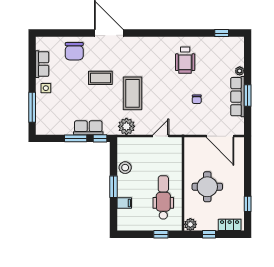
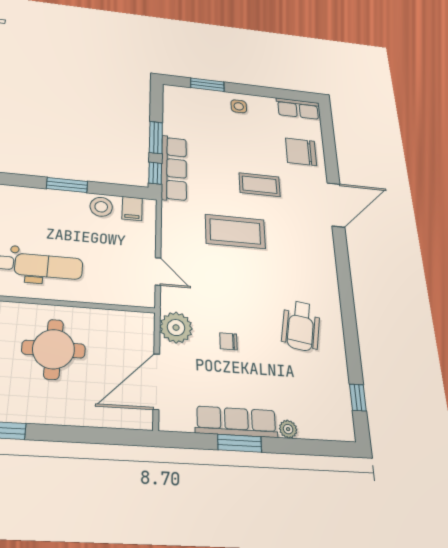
wheelchair: (185, 60) -> (301, 326), turned -81
row of seats: (42, 64) -> (298, 109), moved
coffee table: (100, 78) -> (260, 185), turned 90
window: (32, 107) -> (207, 85), width x0.69
plant: (126, 126) -> (176, 328), moved
row of seats: (88, 128) -> (174, 168), width x1.48
filing cabinet: (124, 203) -> (132, 208), moved

